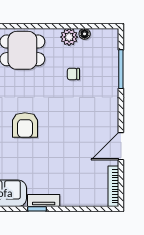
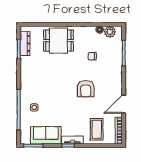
plant: (69, 37) -> (110, 32), moved
armchair: (25, 125) -> (86, 89), moved
coffee table: (80, 184) -> (97, 129), added

